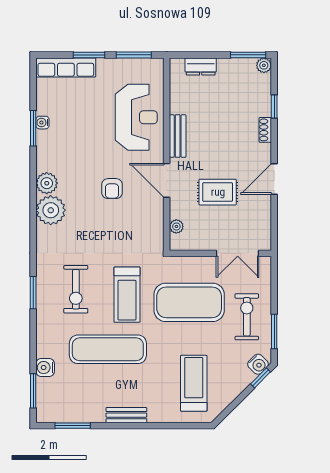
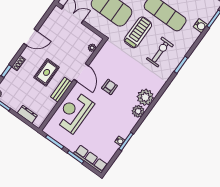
rug: (218, 192) -> (47, 72), moved, turned 90

